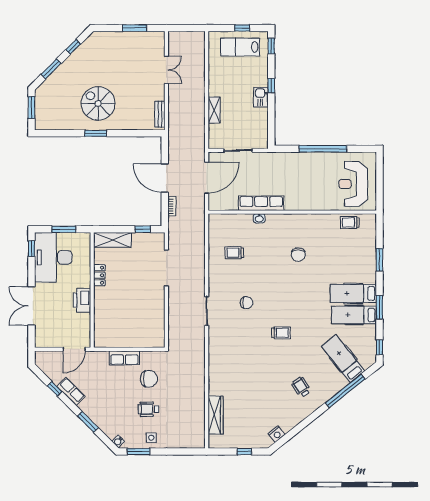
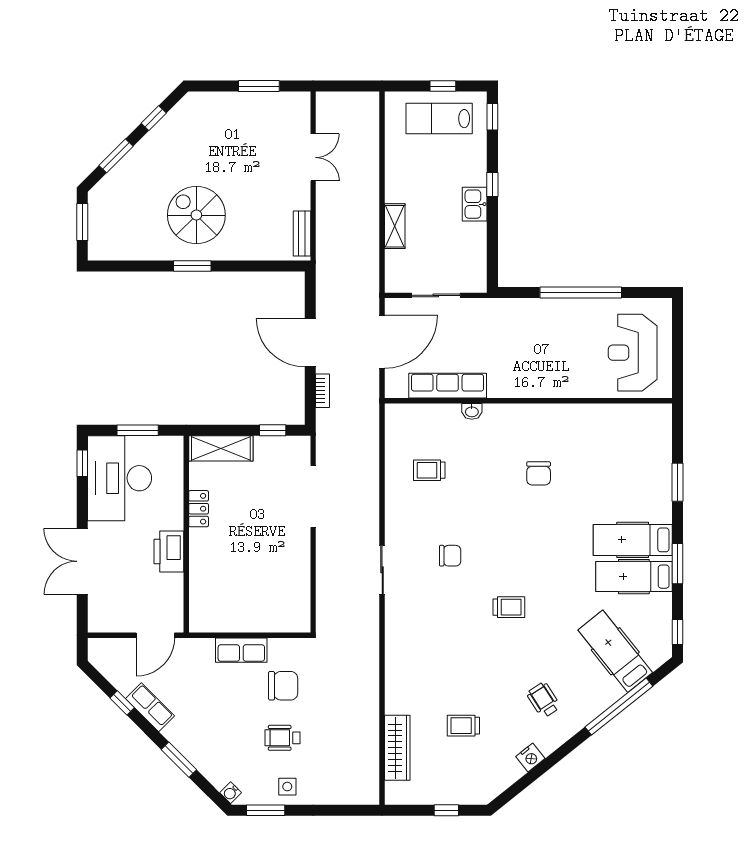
row of seats: (261, 203) -> (448, 386), moved
trolley: (350, 223) -> (463, 726), moved
nightstand: (277, 434) -> (530, 757), moved

